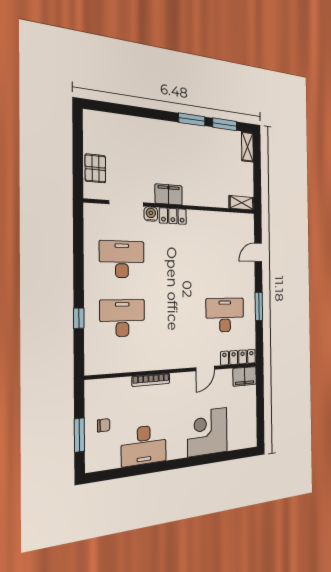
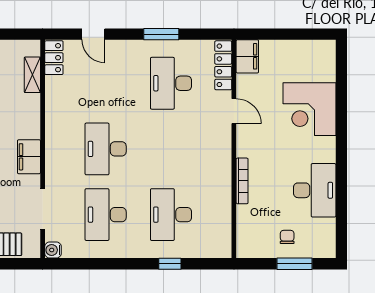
shelving: (242, 203) -> (32, 75), moved
water cooler: (151, 214) -> (53, 250), moved
locker: (173, 216) -> (54, 58), moved
desk: (175, 260) -> (106, 149), added

